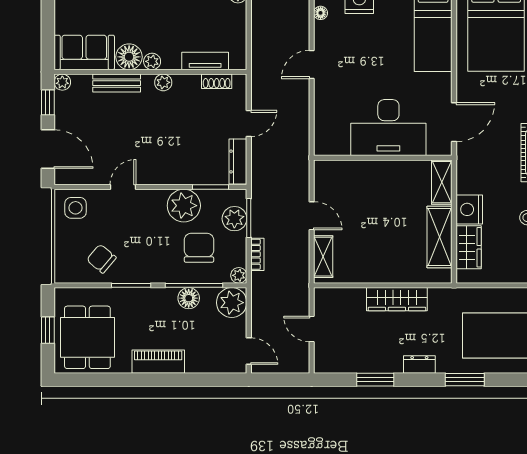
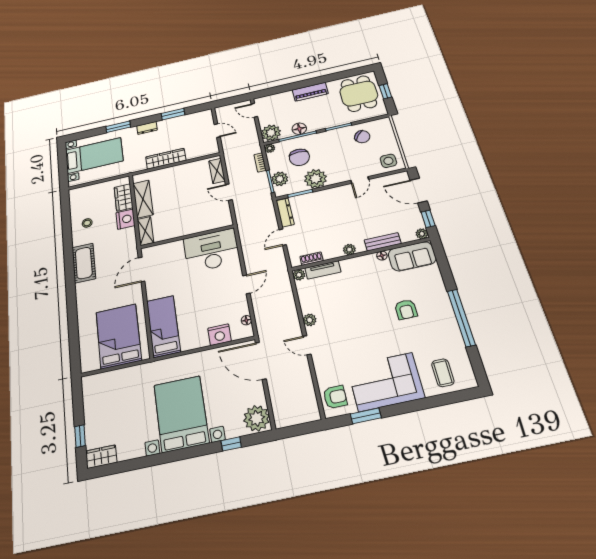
floor lamp: (129, 57) -> (382, 256), width x0.53, depth x0.53
plant: (152, 61) -> (299, 275), moved
desk: (388, 128) -> (211, 250), moved

